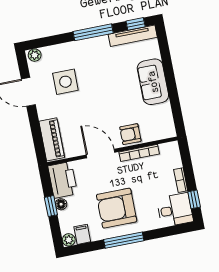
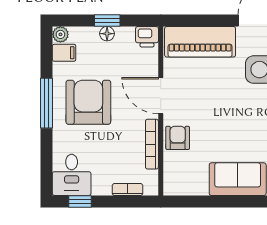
piano: (52, 139) -> (200, 42), width x1.37, depth x1.33
door: (101, 154) -> (161, 96), swing flipped
printer: (63, 180) -> (147, 37), width x0.53, depth x0.68
bookcase: (181, 180) -> (128, 189), moved

